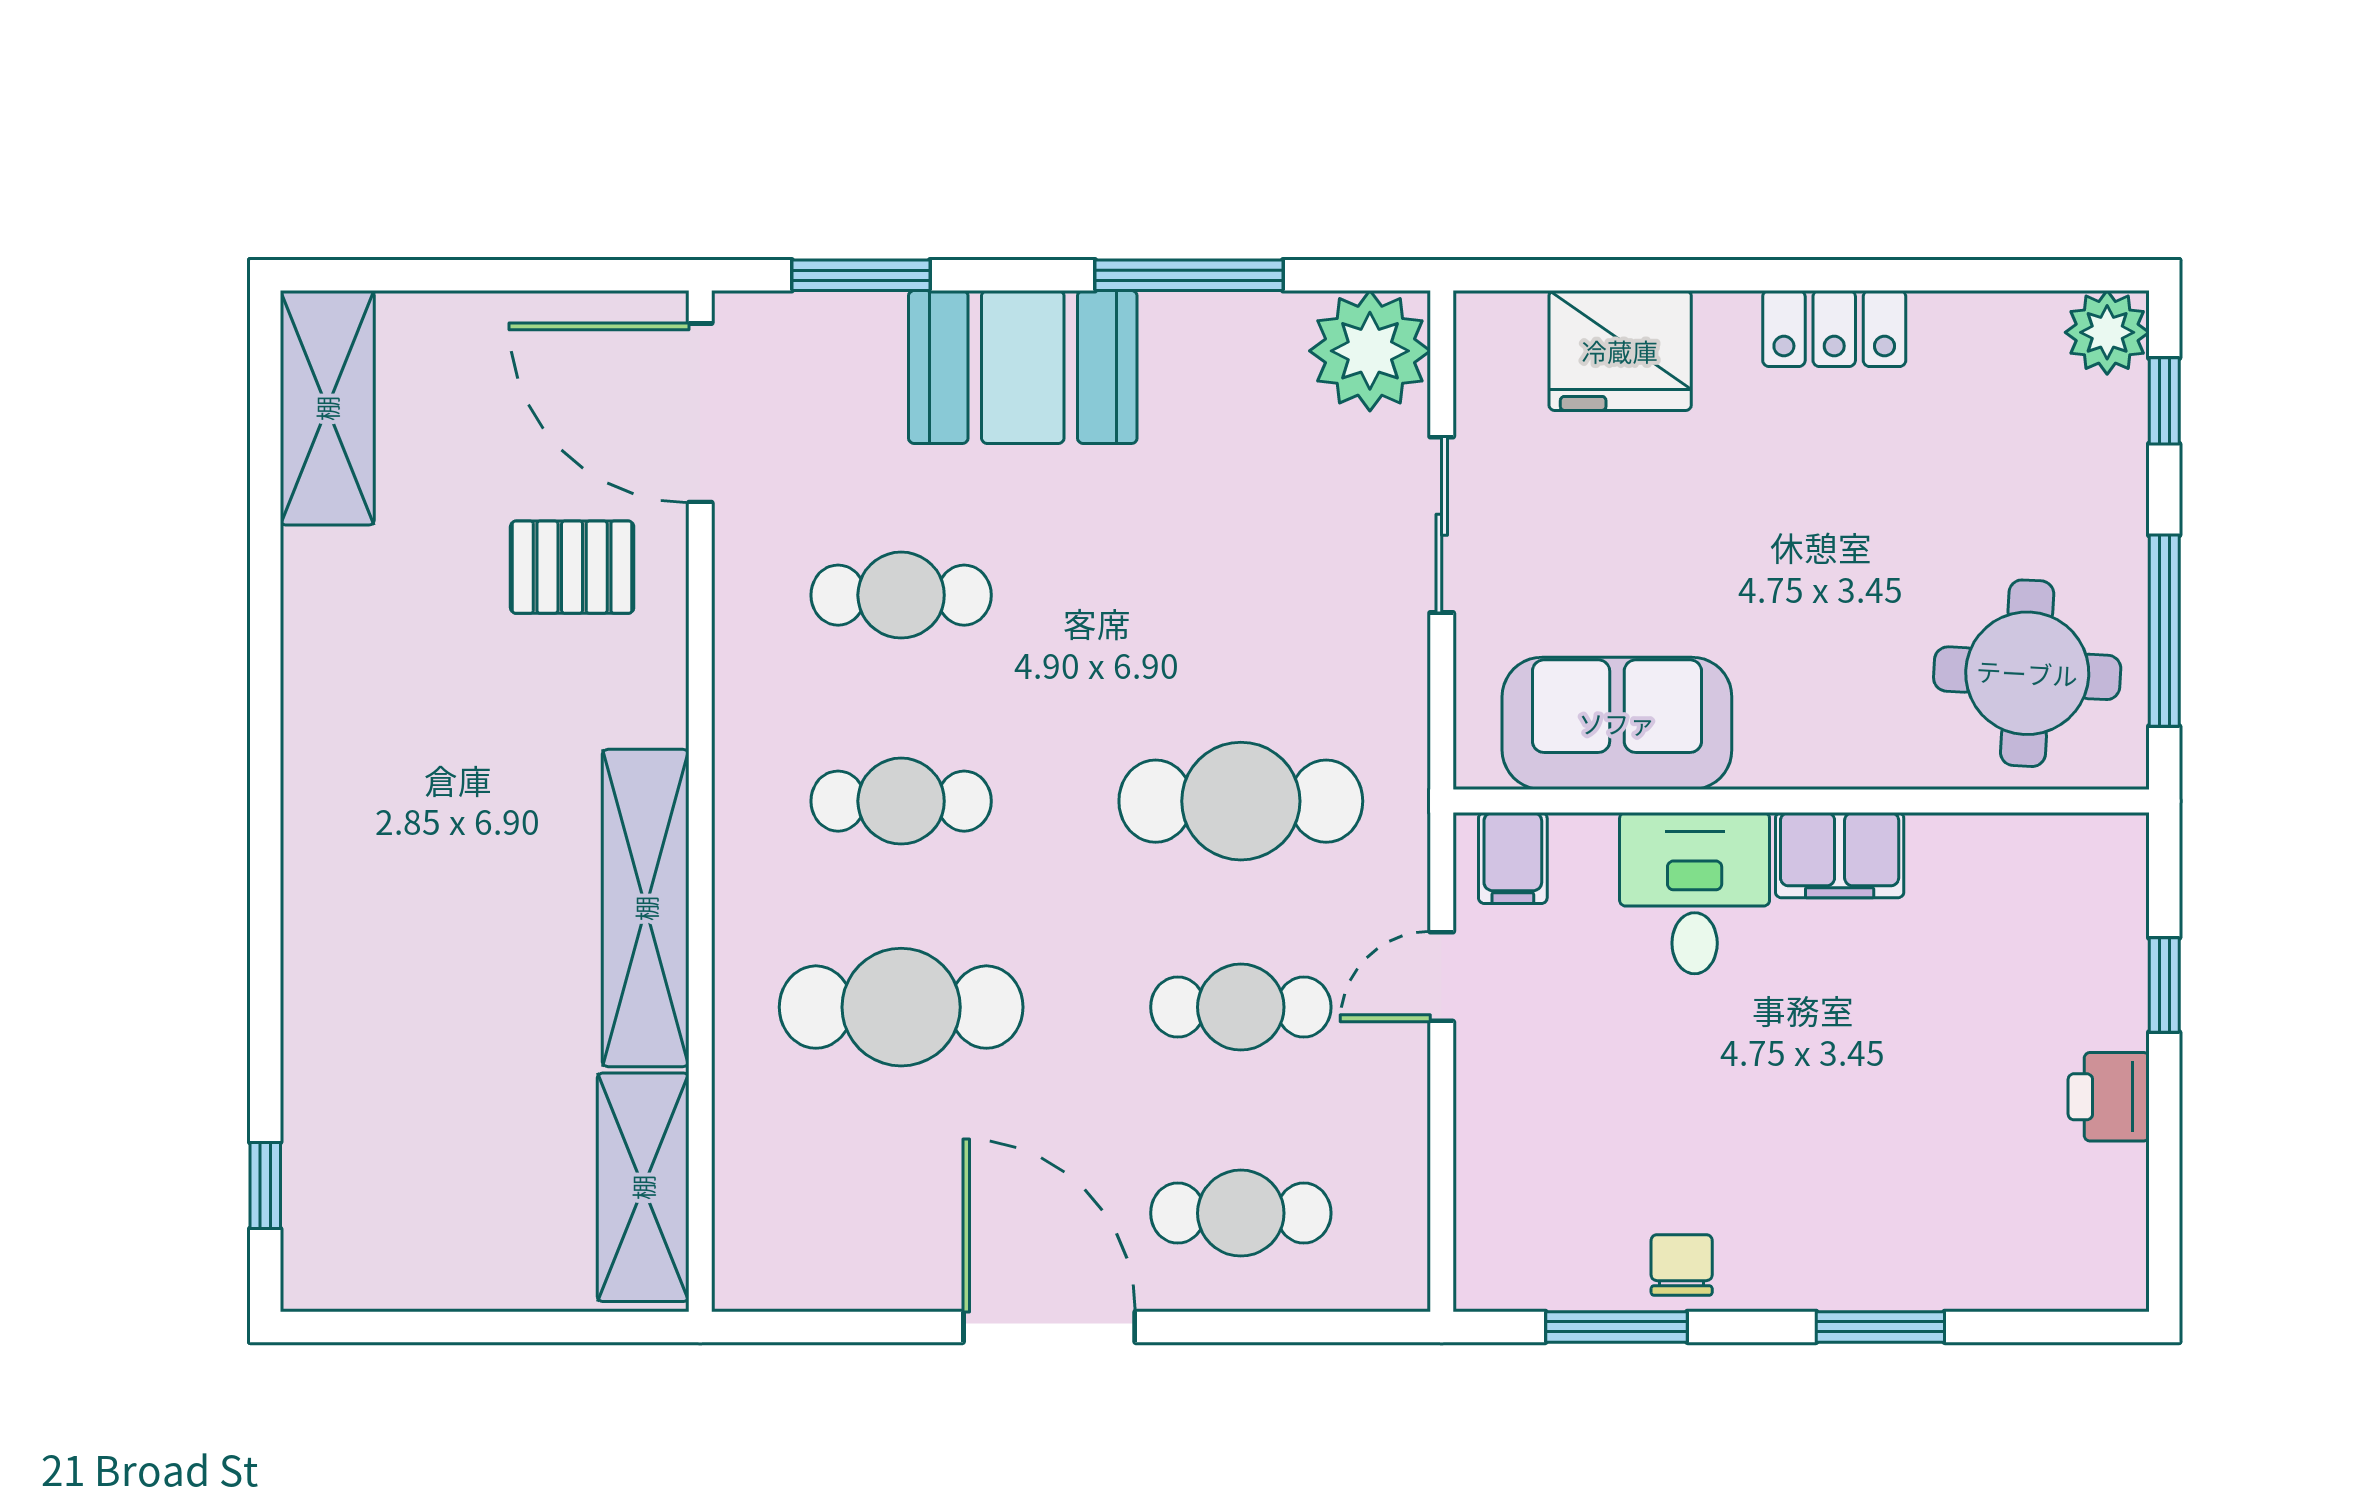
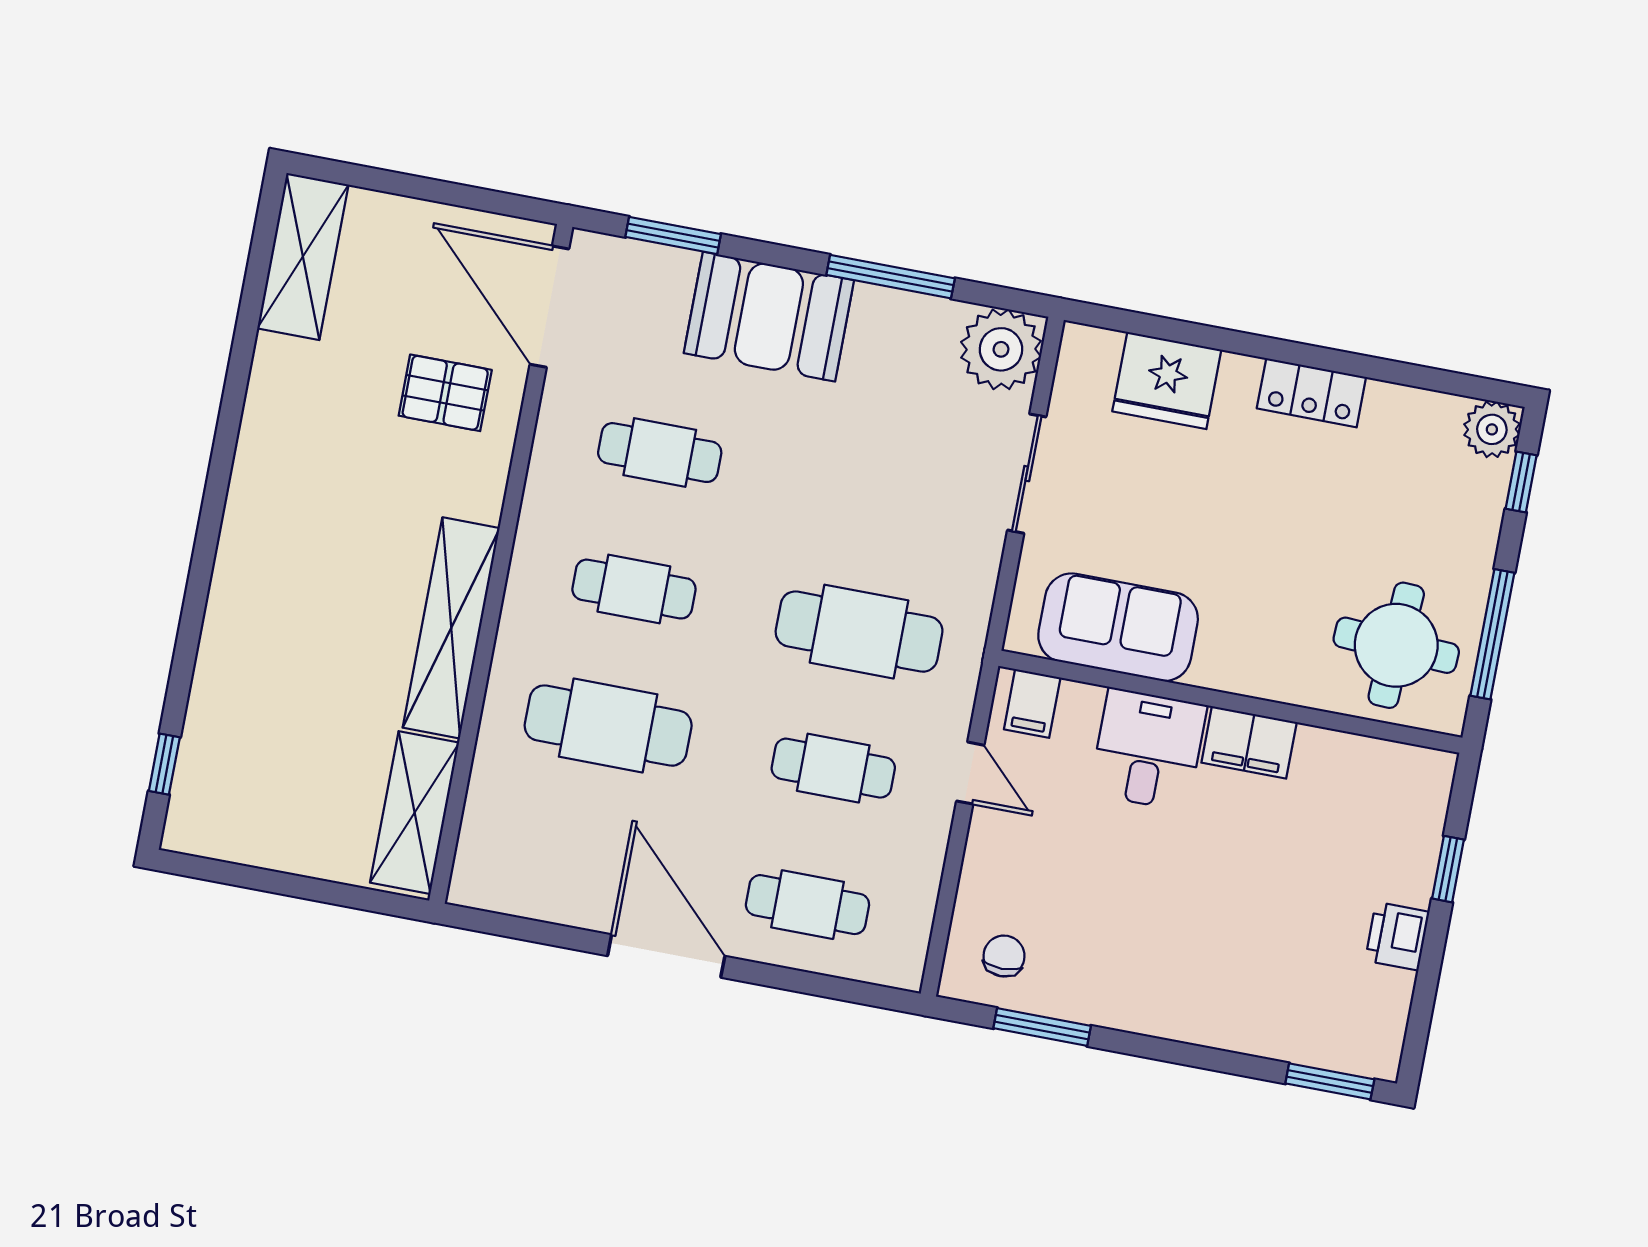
door: (1442, 977) -> (970, 773), swing flipped
chair: (1682, 1265) -> (1004, 956), moved
window: (1880, 1327) -> (1330, 1081), moved

